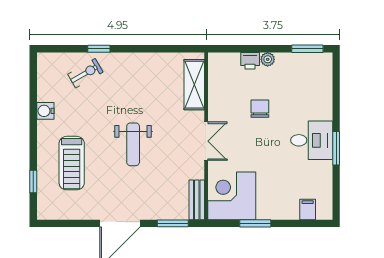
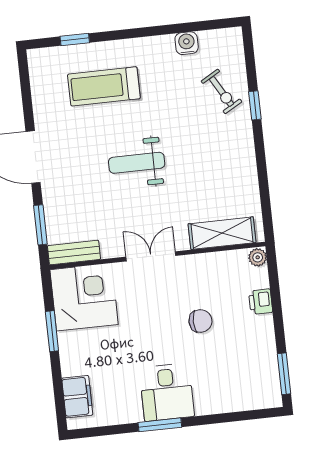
plant: (268, 59) -> (258, 257), moved
water cooler: (45, 111) -> (187, 43), moved
double door: (206, 141) -> (151, 256), swing flipped
filing cabinet: (308, 209) -> (77, 397), width x2.00

